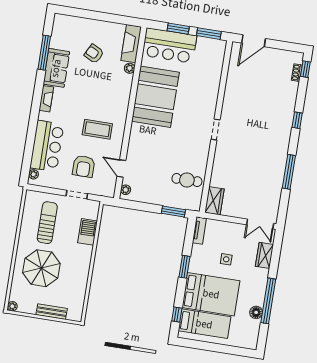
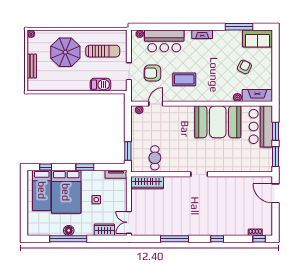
sofa: (56, 68) -> (257, 38), moved
coffee table: (97, 129) -> (184, 79), turned 90
wardrobe: (214, 201) -> (147, 183), width x1.50
floor lamp: (256, 312) -> (69, 230), moved

